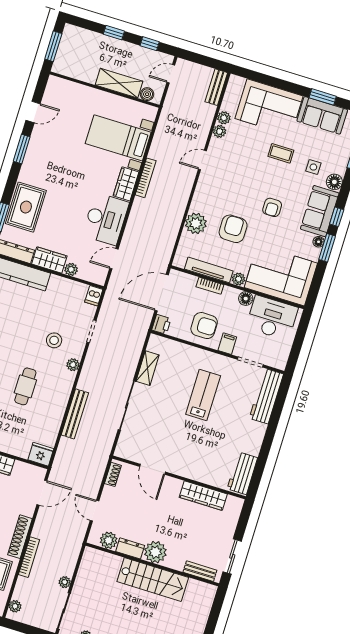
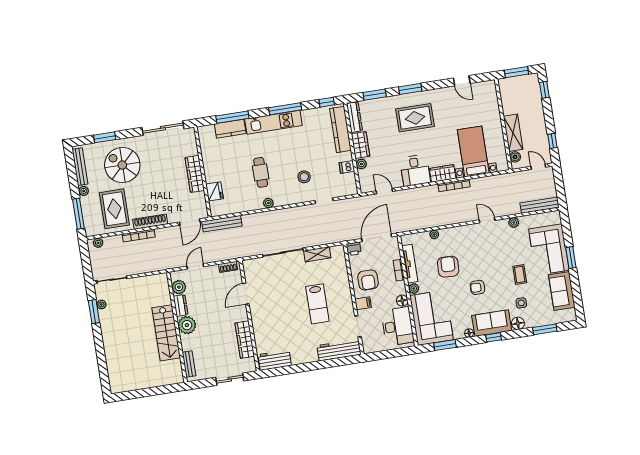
window: (114, 33) -> (544, 90), moved
bench: (216, 87) -> (540, 205), width x1.36
window: (323, 97) -> (571, 258), moved
plant: (224, 118) -> (525, 221), removed
window: (22, 149) -> (410, 89), moved
rug: (26, 207) -> (415, 118), moved
desk: (106, 219) -> (415, 170), width x0.73
plant: (196, 223) -> (434, 234), width x0.53, depth x0.53
armchair: (233, 229) -> (448, 267), turned -88
window: (327, 248) -> (445, 345), moved
door: (162, 293) -> (377, 238), hinge flipped
dishwasher: (94, 296) -> (347, 167), moved
plant: (73, 365) -> (268, 203), moved
cafe table: (25, 386) -> (261, 172), turned 90
lab bench: (203, 395) -> (317, 304), turned 90
bench: (75, 414) -> (222, 224), moved
fridge: (41, 454) -> (215, 191), moved
door: (42, 493) -> (190, 222), hinge flipped
sliding door: (232, 556) -> (230, 379), moved
plant: (65, 582) -> (133, 270), removed

